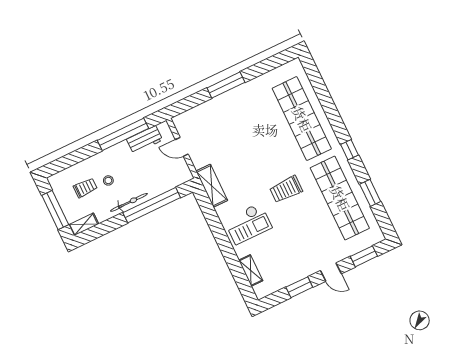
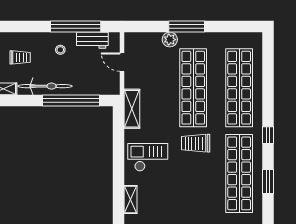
plant: (216, 105) -> (170, 40), added
shop shelf: (259, 139) -> (193, 88), added
stool: (108, 180) -> (60, 50), moved
bicycle: (129, 202) -> (45, 86), width x1.37, depth x1.40
checkout: (248, 224) -> (148, 157), turned 180

